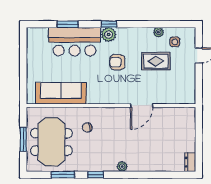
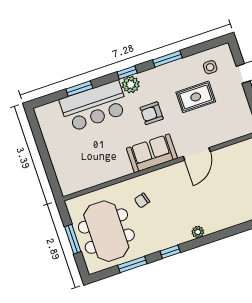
window: (144, 24) -> (167, 59), added
plant: (158, 32) -> (188, 62), removed
sofa: (61, 93) -> (152, 153), moved, width x0.73

